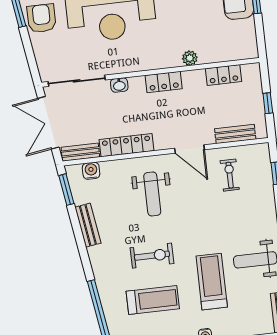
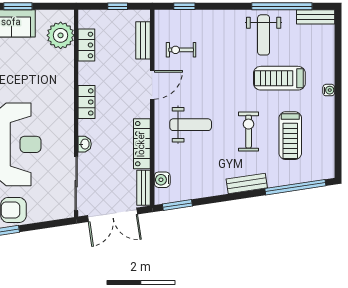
plant: (190, 58) -> (61, 35), moved, width x1.87, depth x1.87
bench: (88, 225) -> (247, 183), moved
treadmill: (153, 300) -> (290, 136), turned 180

